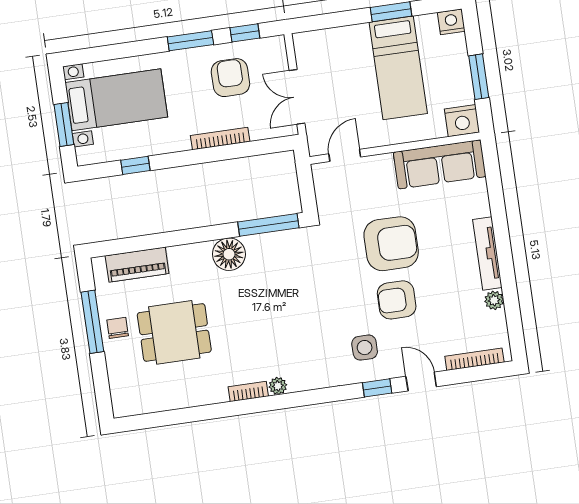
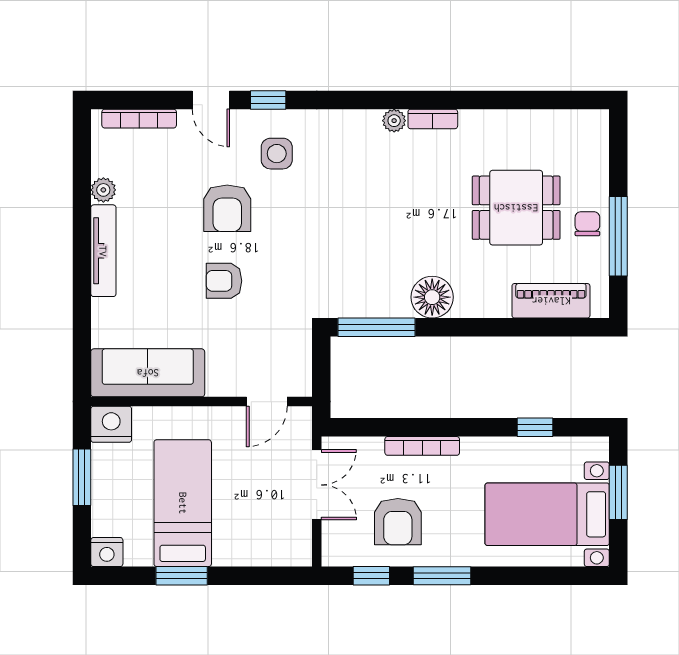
armchair: (391, 244) -> (224, 281), width x0.53, depth x0.53
armchair: (397, 300) -> (227, 208), turned 90
chair: (118, 328) -> (587, 224), turned 180

